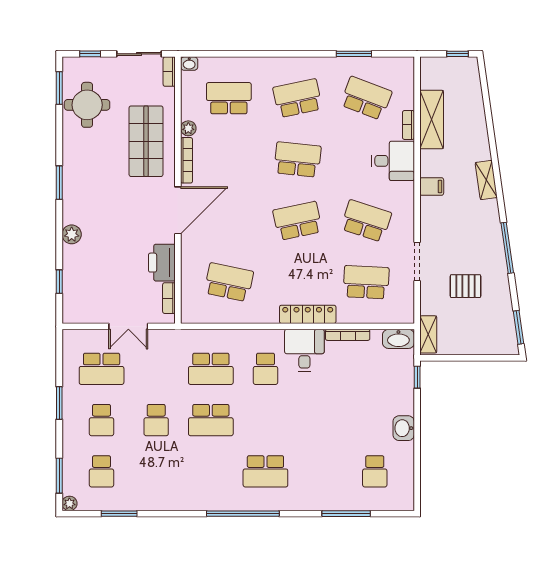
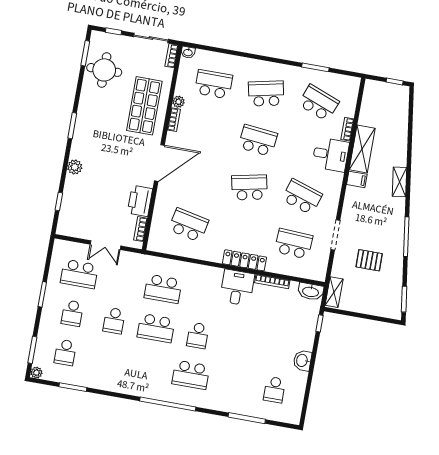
shelving: (432, 120) -> (362, 149), moved
bookcase: (187, 160) -> (174, 120), width x0.64
school desk: (265, 369) -> (198, 335), moved

